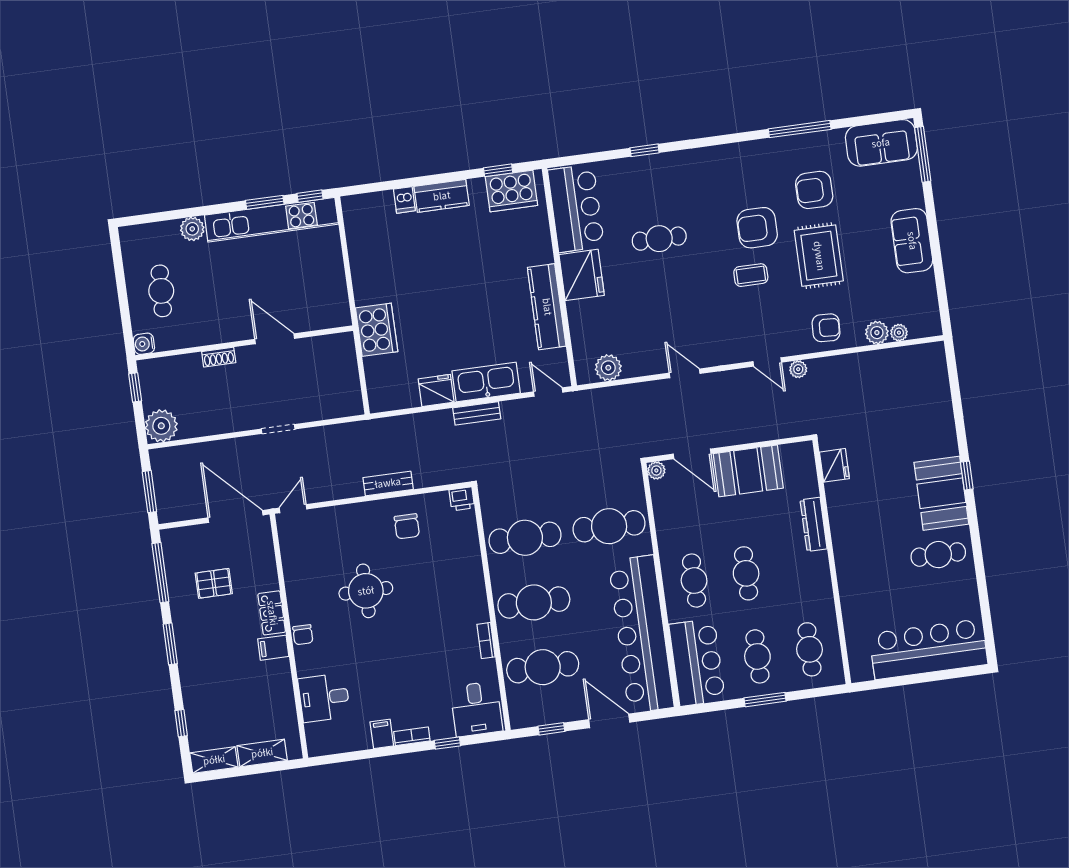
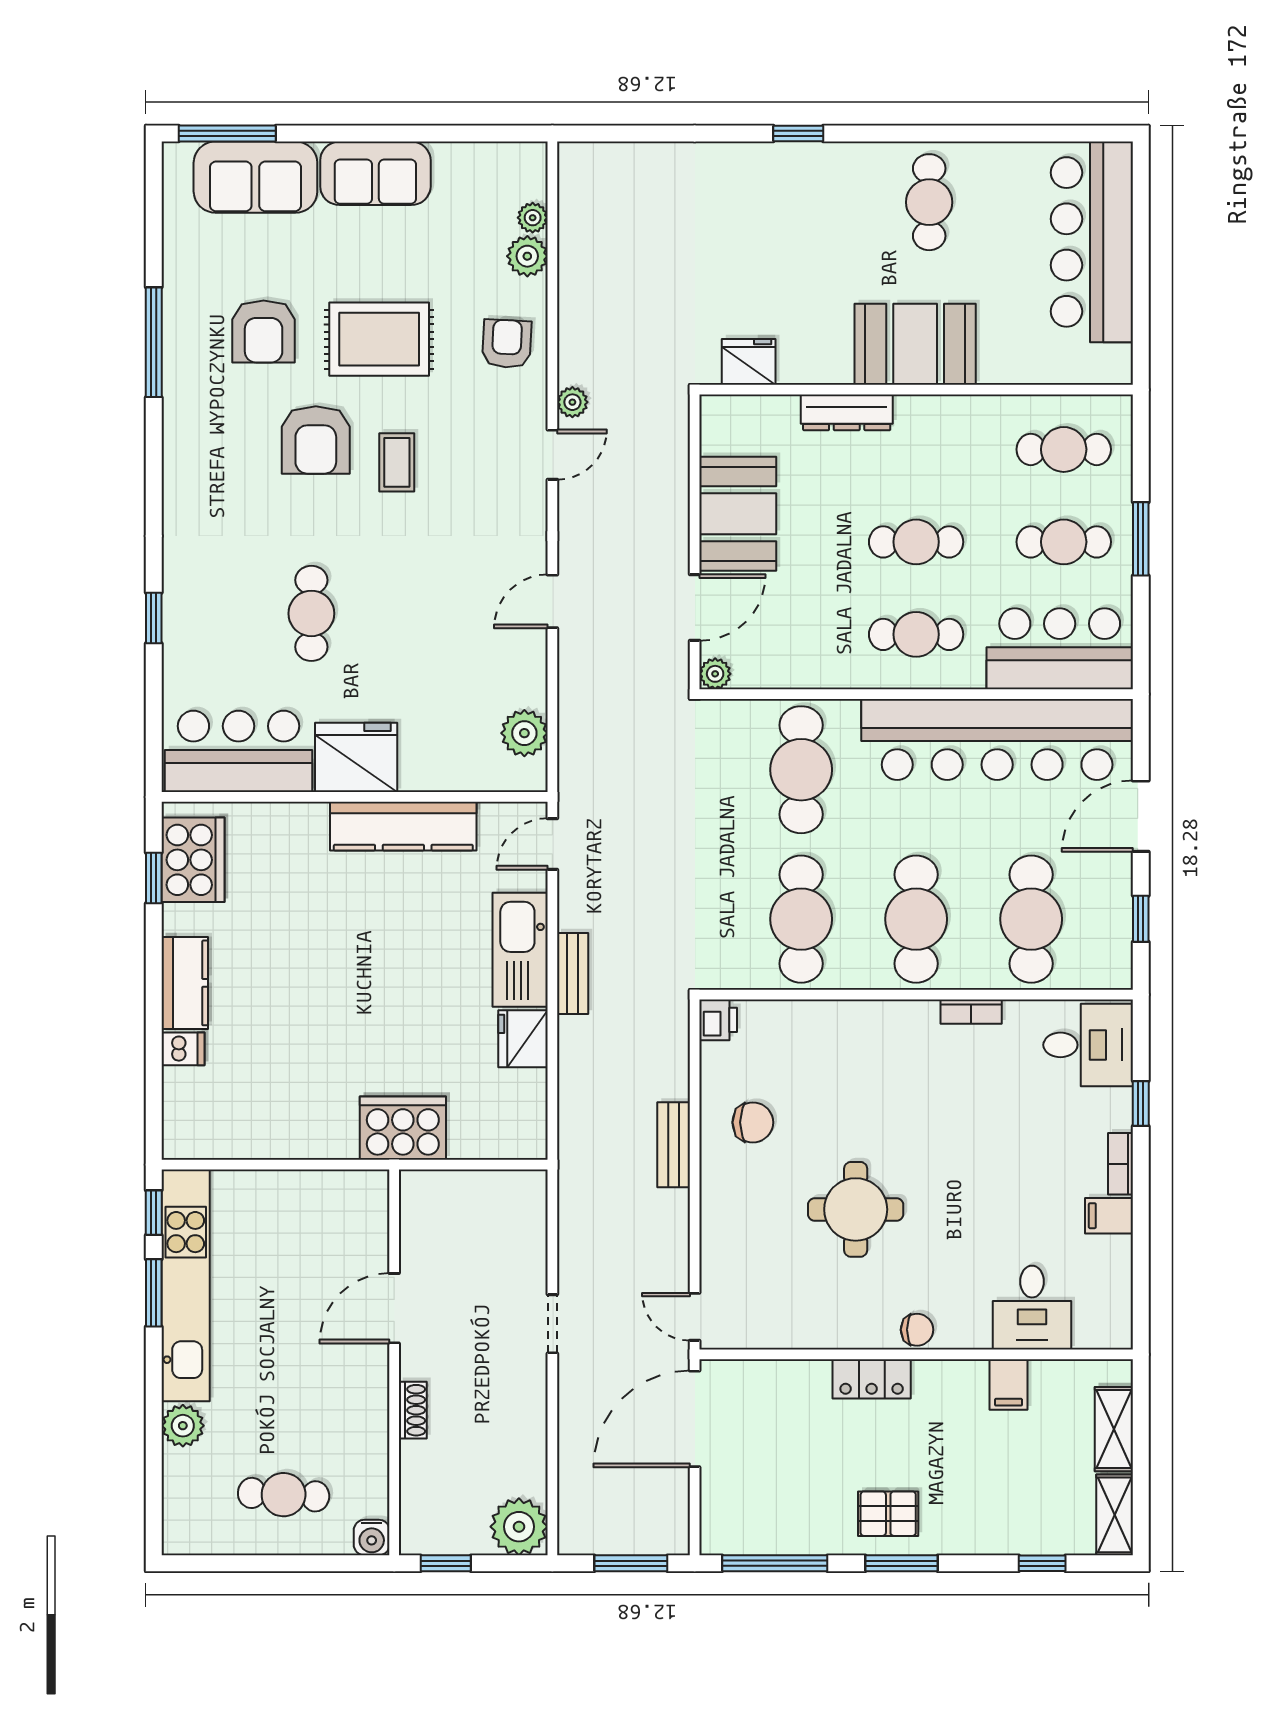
sofa: (881, 143) -> (255, 177), moved, turned 90
booth: (941, 493) -> (915, 344), moved
pallet: (214, 583) -> (888, 1514), moved, turned 90
filing cabinet: (273, 648) -> (1009, 1384), moved

